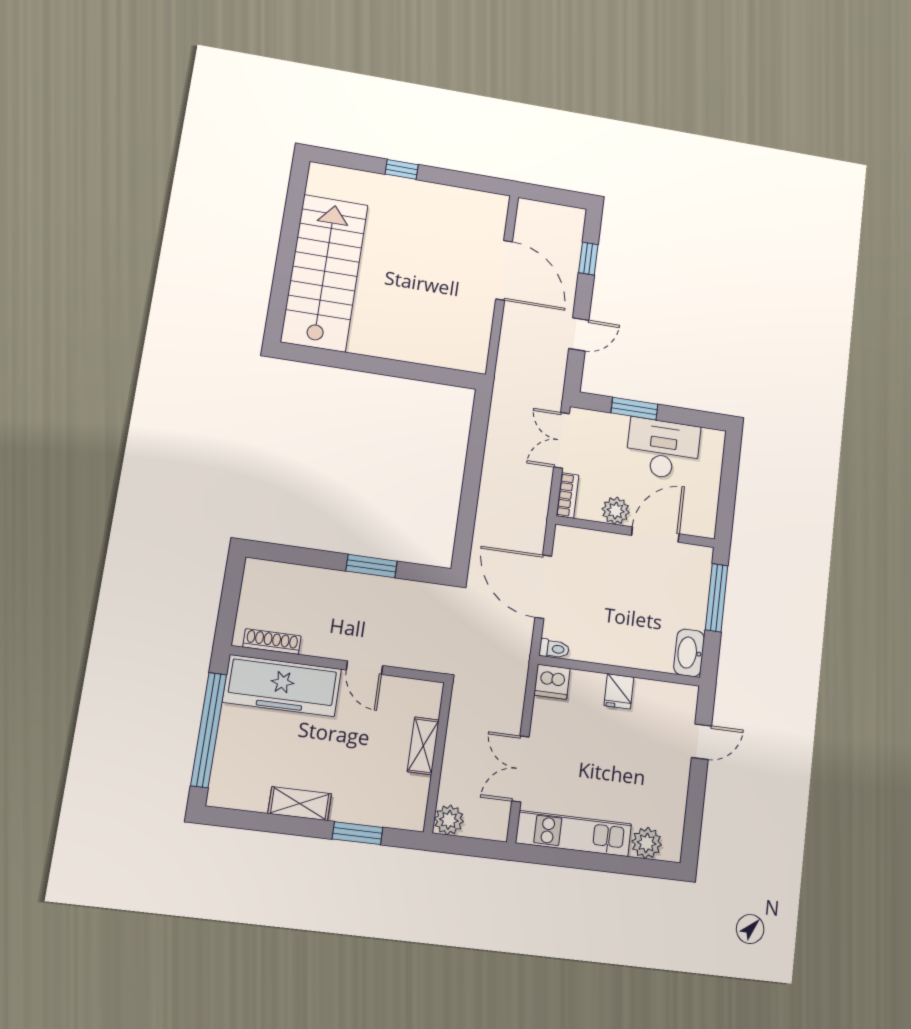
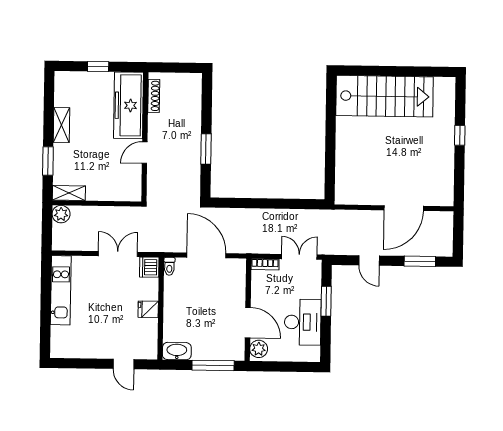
window: (588, 259) -> (420, 261), width x1.50
plant: (616, 511) -> (259, 349), moved
door: (543, 587) -> (206, 255), hinge flipped
window: (209, 730) -> (98, 66), width x0.32
shelving: (423, 746) -> (69, 193), moved
double door: (520, 769) -> (118, 254), moved
plant: (647, 843) -> (60, 336), removed

